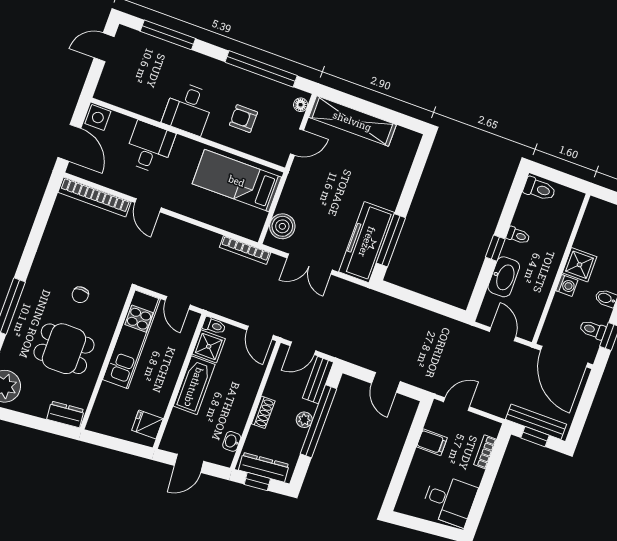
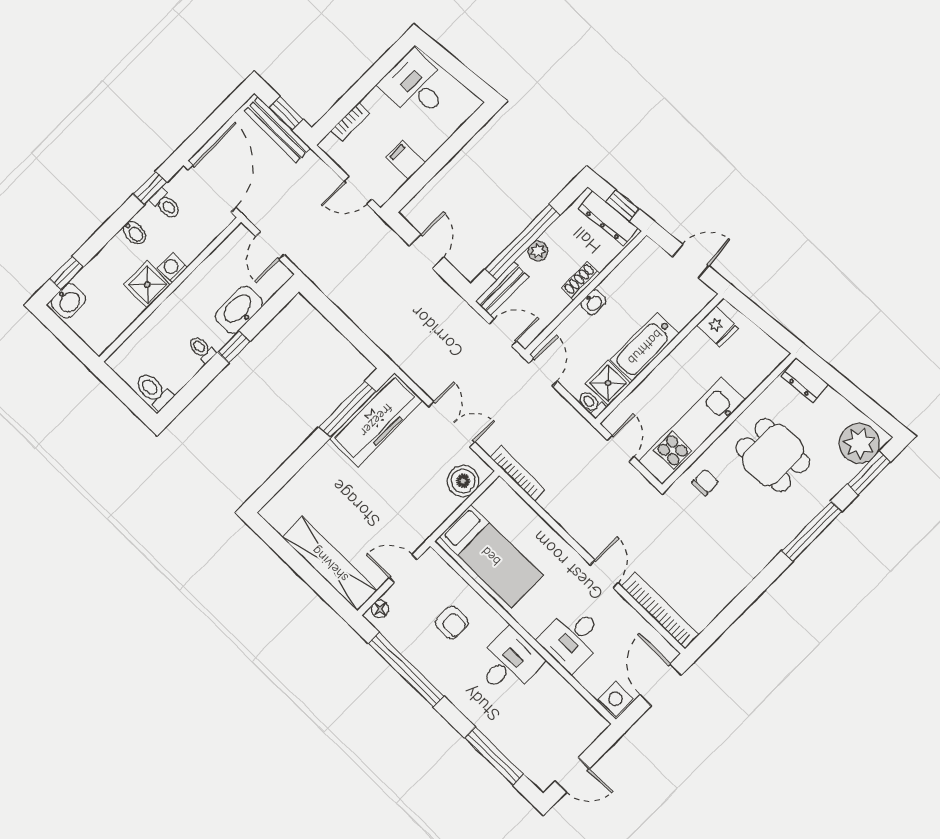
chair: (80, 295) -> (705, 482), moved
washbasin: (232, 441) -> (593, 302), moved

